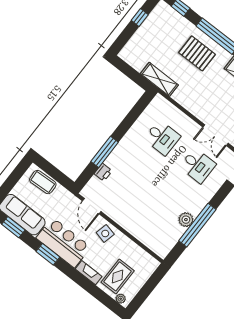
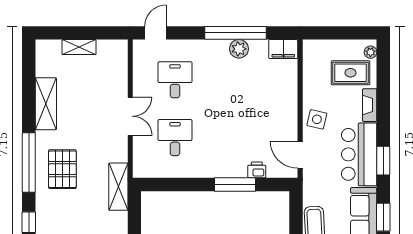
double door: (216, 135) -> (130, 116), moved
door: (92, 206) -> (300, 155), swing flipped
filing cabinet: (164, 247) -> (283, 49), added

